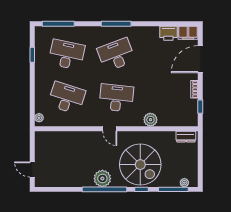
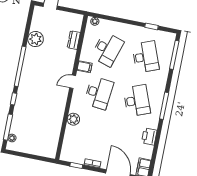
printer: (168, 33) -> (149, 136), moved
desk: (67, 55) -> (146, 57), turned -33
filing cabinet: (91, 119) -> (85, 67), added
dresser: (186, 137) -> (74, 40), moved
spiral stairs: (140, 165) -> (36, 102), removed
plant: (102, 179) -> (36, 39), moved

